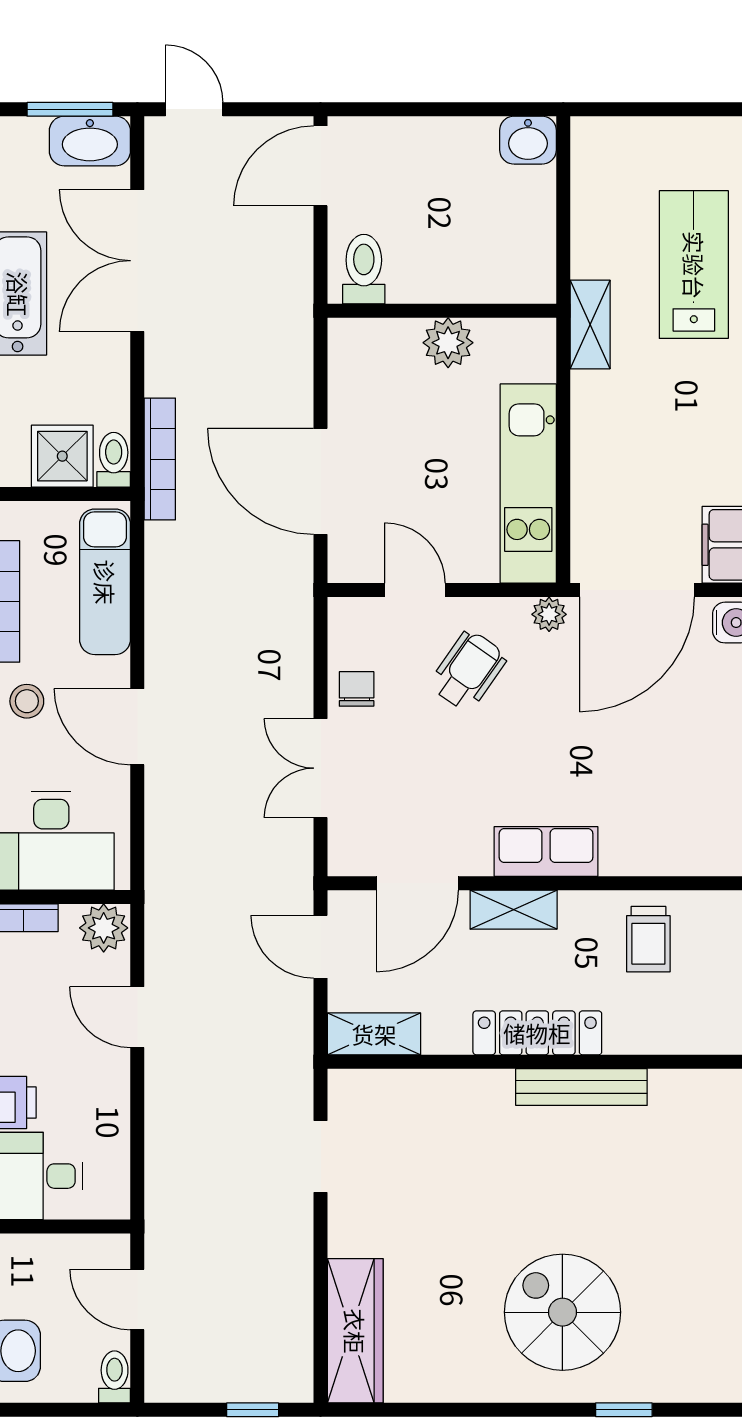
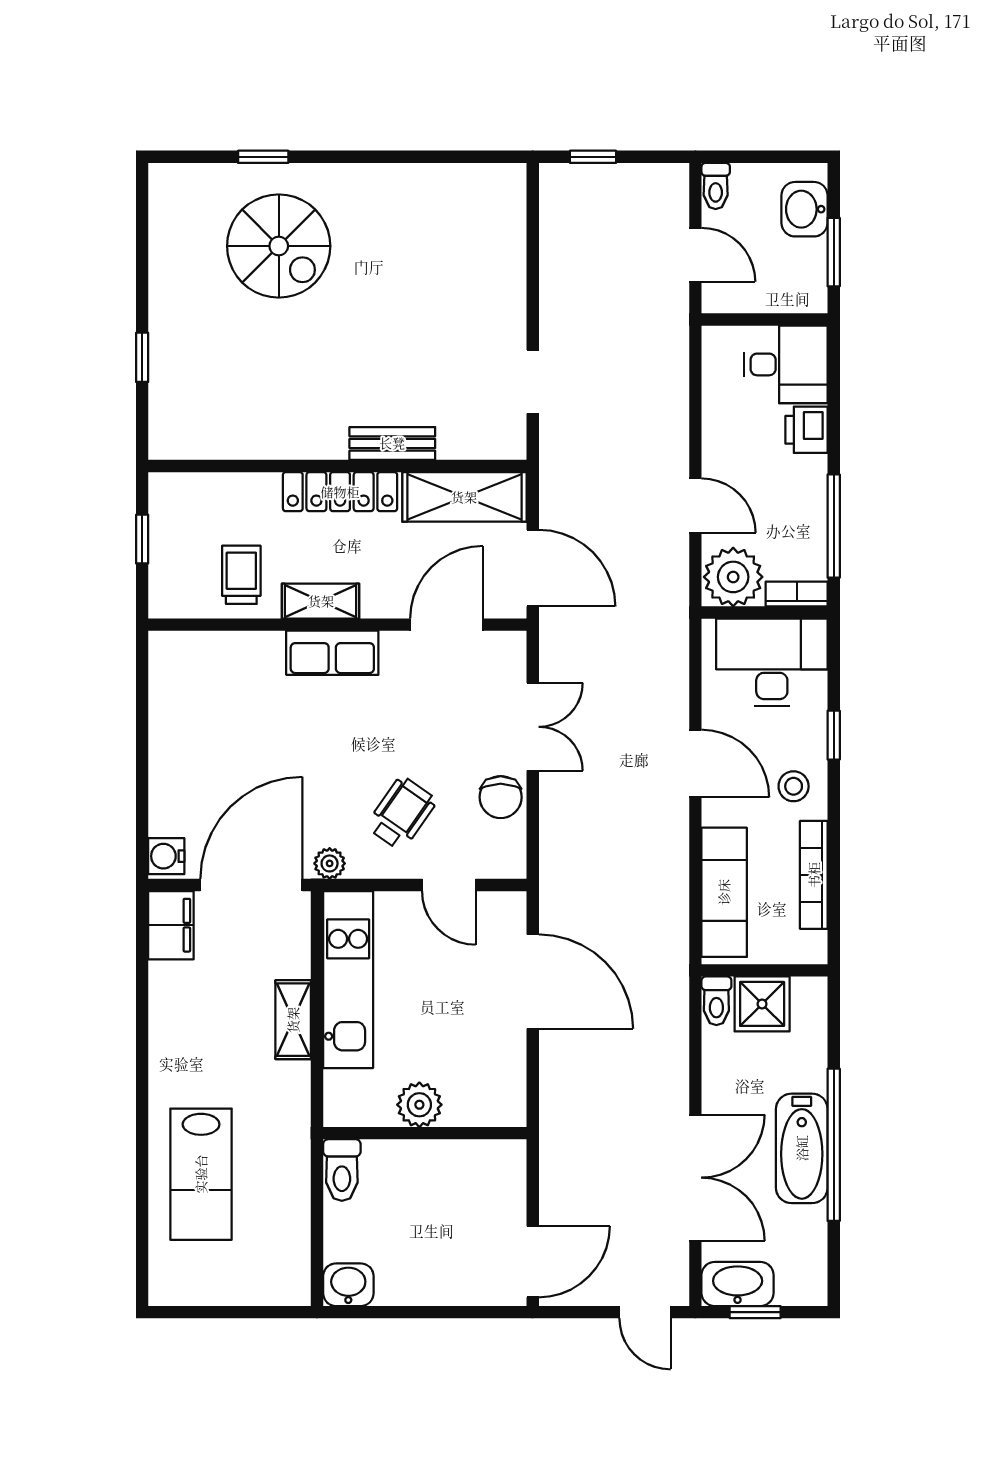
window: (70, 109) -> (755, 1312), width x0.67
toilet: (364, 269) -> (342, 1170), moved
shelving: (590, 324) -> (293, 1020), moved
bookcase: (160, 459) -> (675, 1001), removed
wheelchair: (468, 671) -> (401, 813), turned 180
chair: (357, 689) -> (501, 797), width x1.37, depth x1.37
shelving: (514, 910) -> (321, 601), moved
plant: (104, 928) -> (733, 577), width x1.36, depth x1.36
door: (321, 947) -> (533, 568), width x1.38
shelving: (374, 1034) -> (464, 497), width x1.50, depth x1.33
bench: (581, 1087) -> (392, 443), moved, width x0.73
spiral stairs: (562, 1312) -> (279, 246), moved
wardrobe: (355, 1331) -> (502, 227), removed

